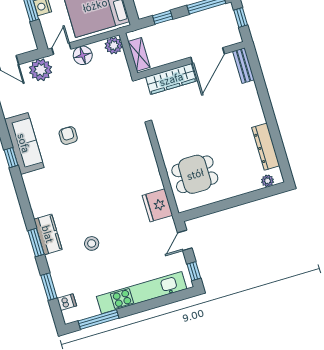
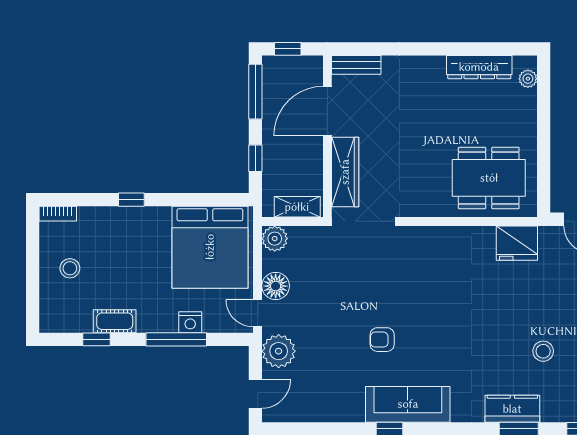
door: (208, 55) -> (327, 111), swing flipped
sofa: (24, 143) -> (408, 404), moved
dining table: (195, 174) -> (489, 178), width x1.38

